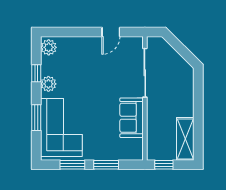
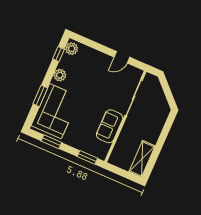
window: (36, 73) -> (59, 54), moved
window: (106, 165) -> (87, 157), moved
window: (164, 165) -> (118, 171), removed

